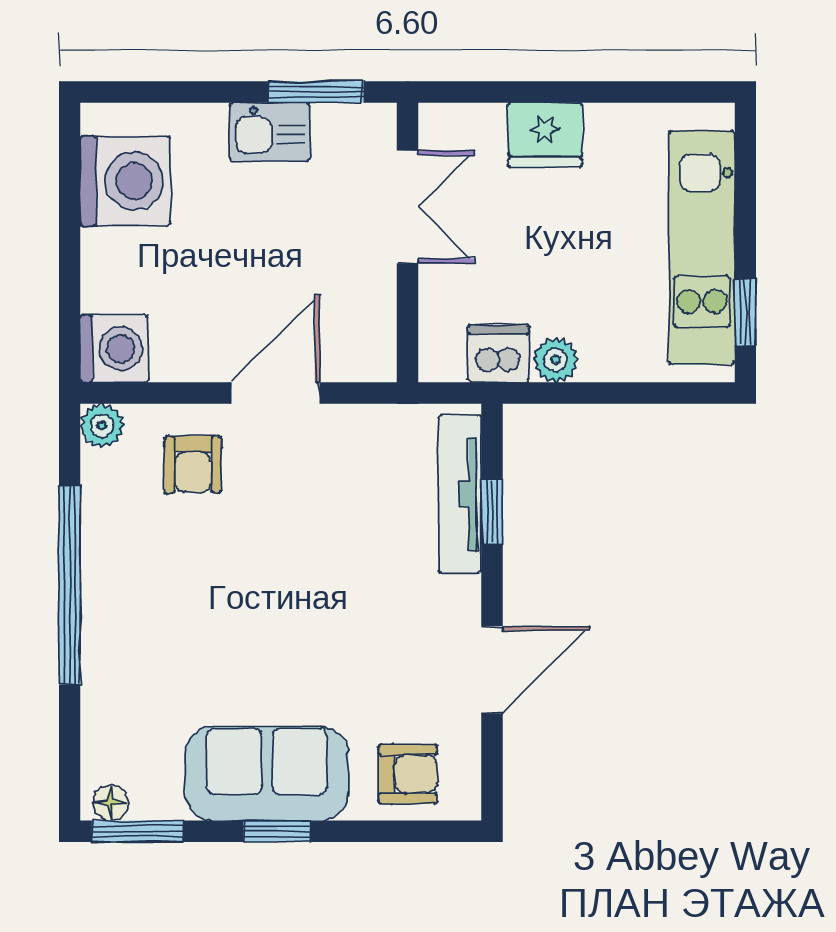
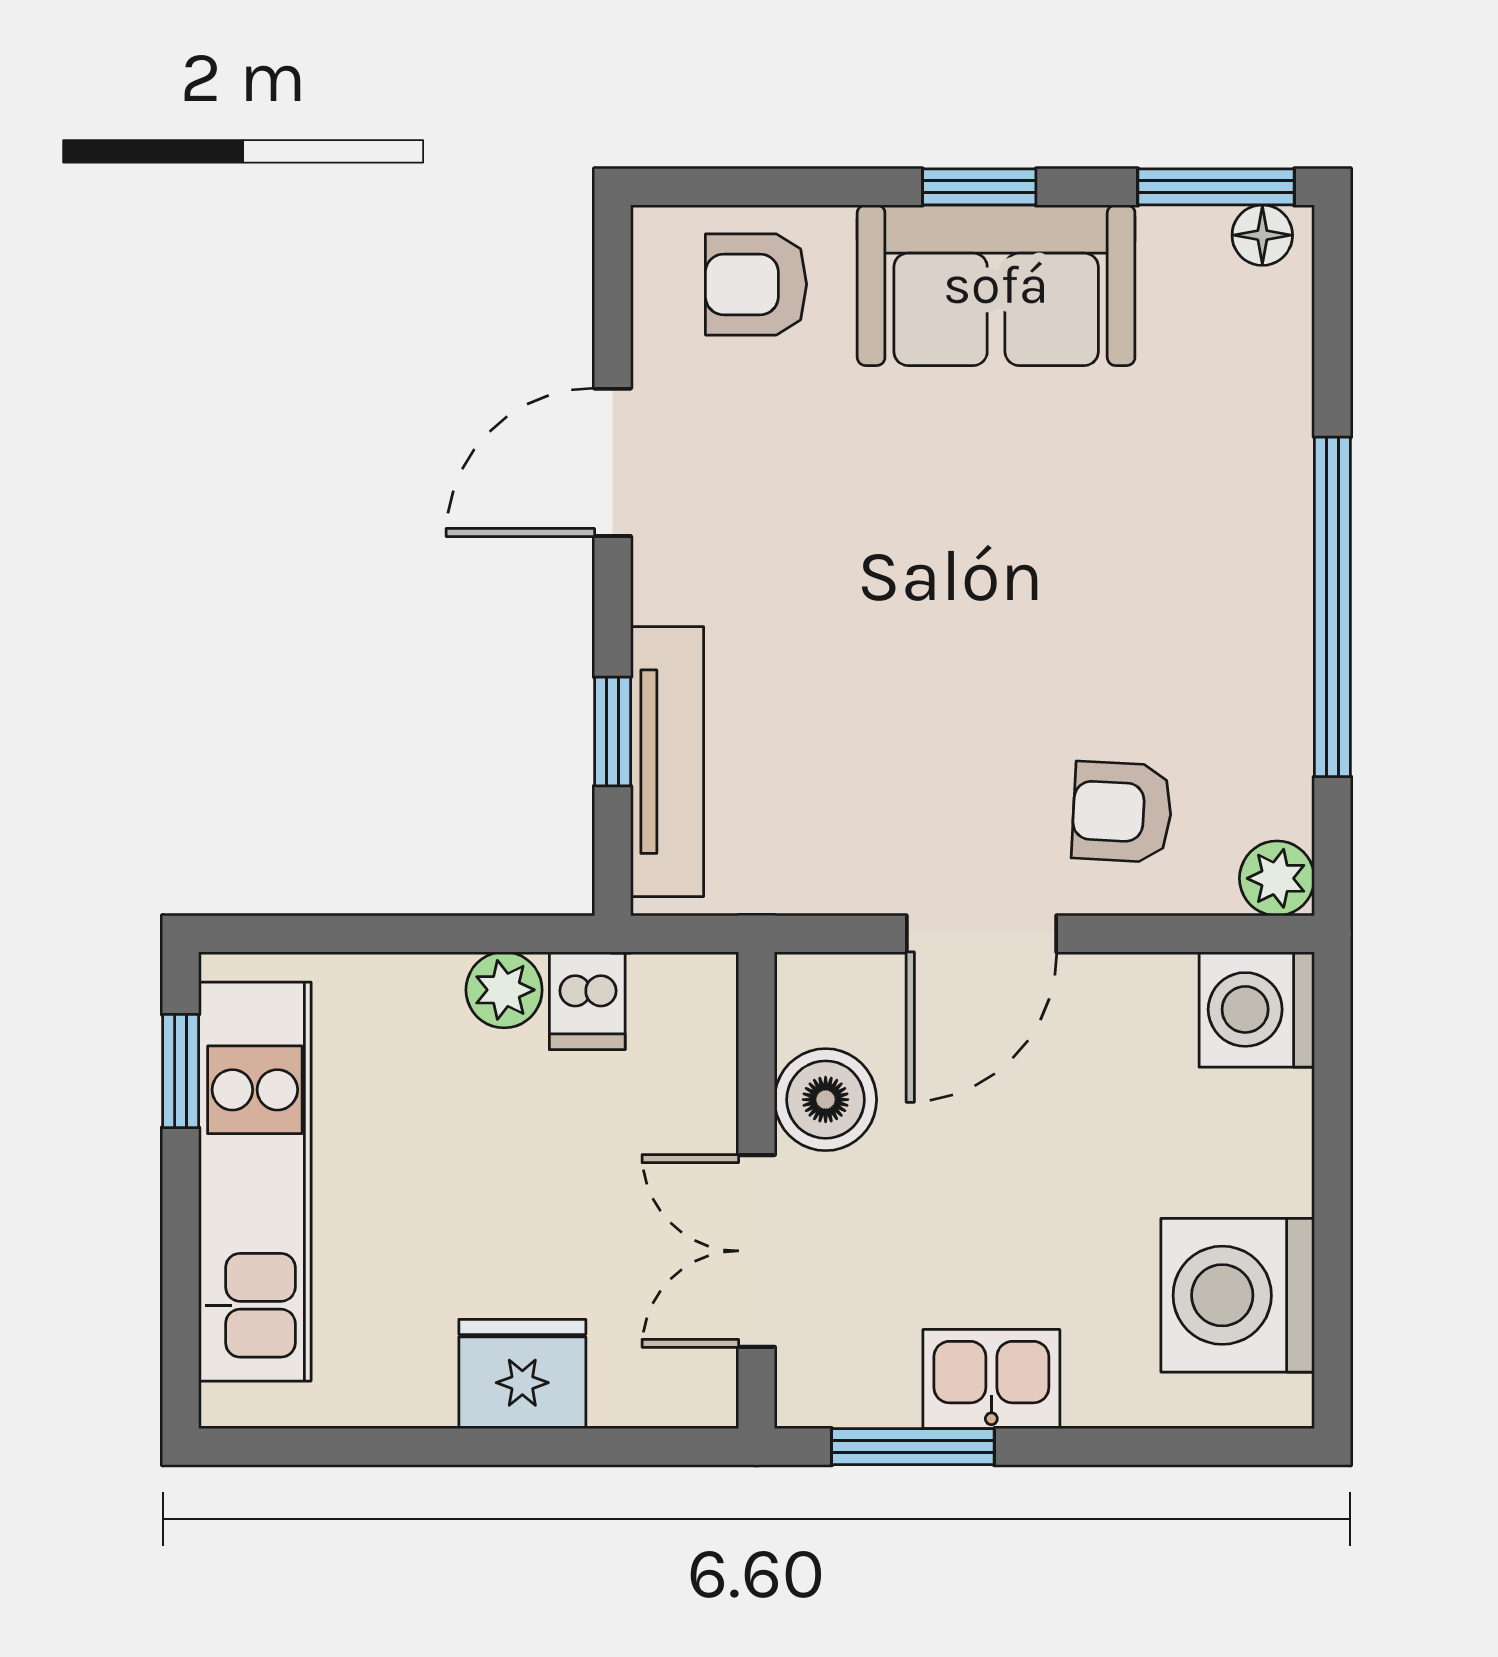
boiler: (367, 296) -> (826, 1100), added
dishwasher: (498, 354) -> (587, 1001), width x0.73
armchair: (193, 464) -> (1122, 812), turned -87

